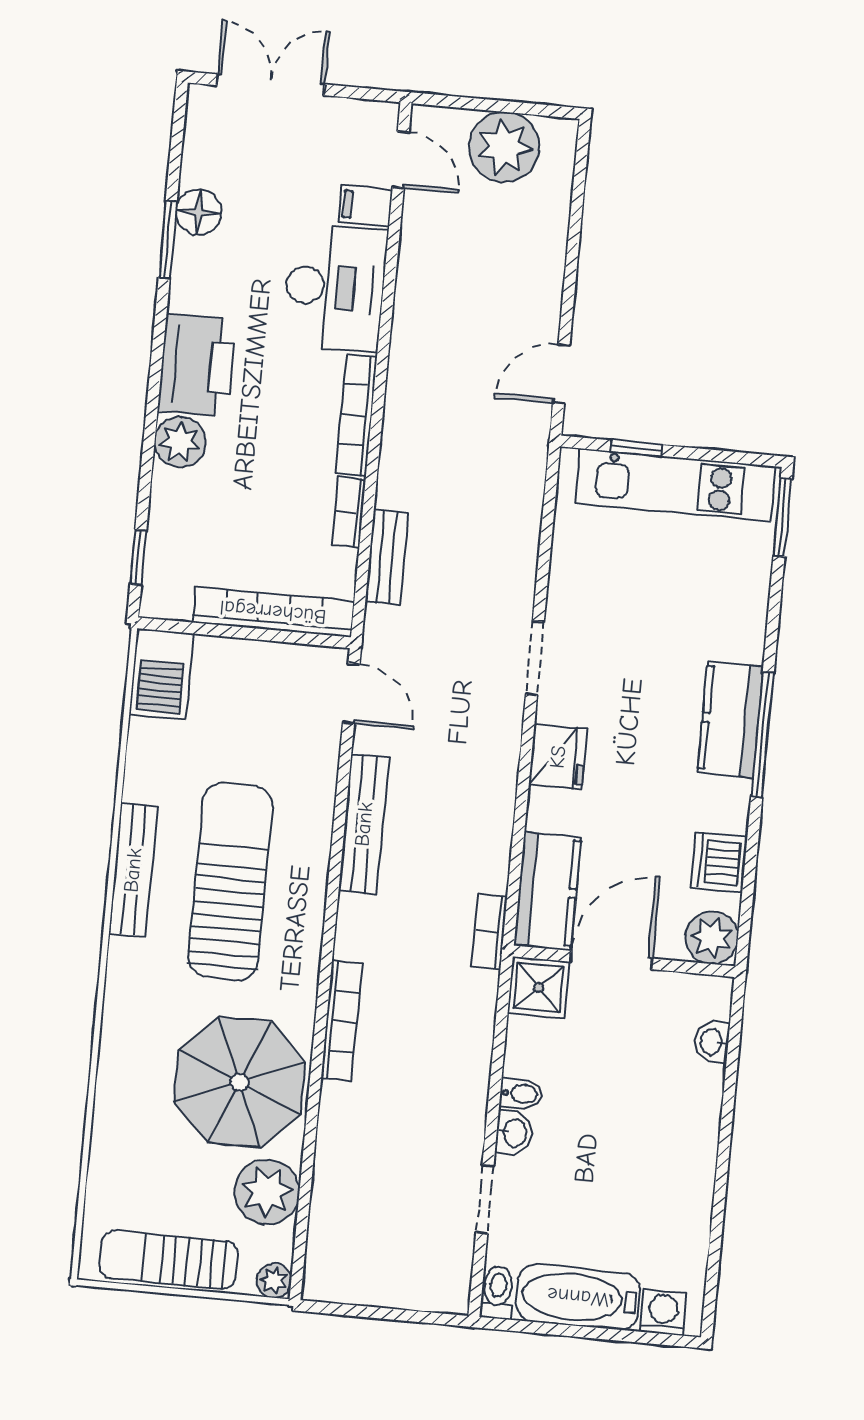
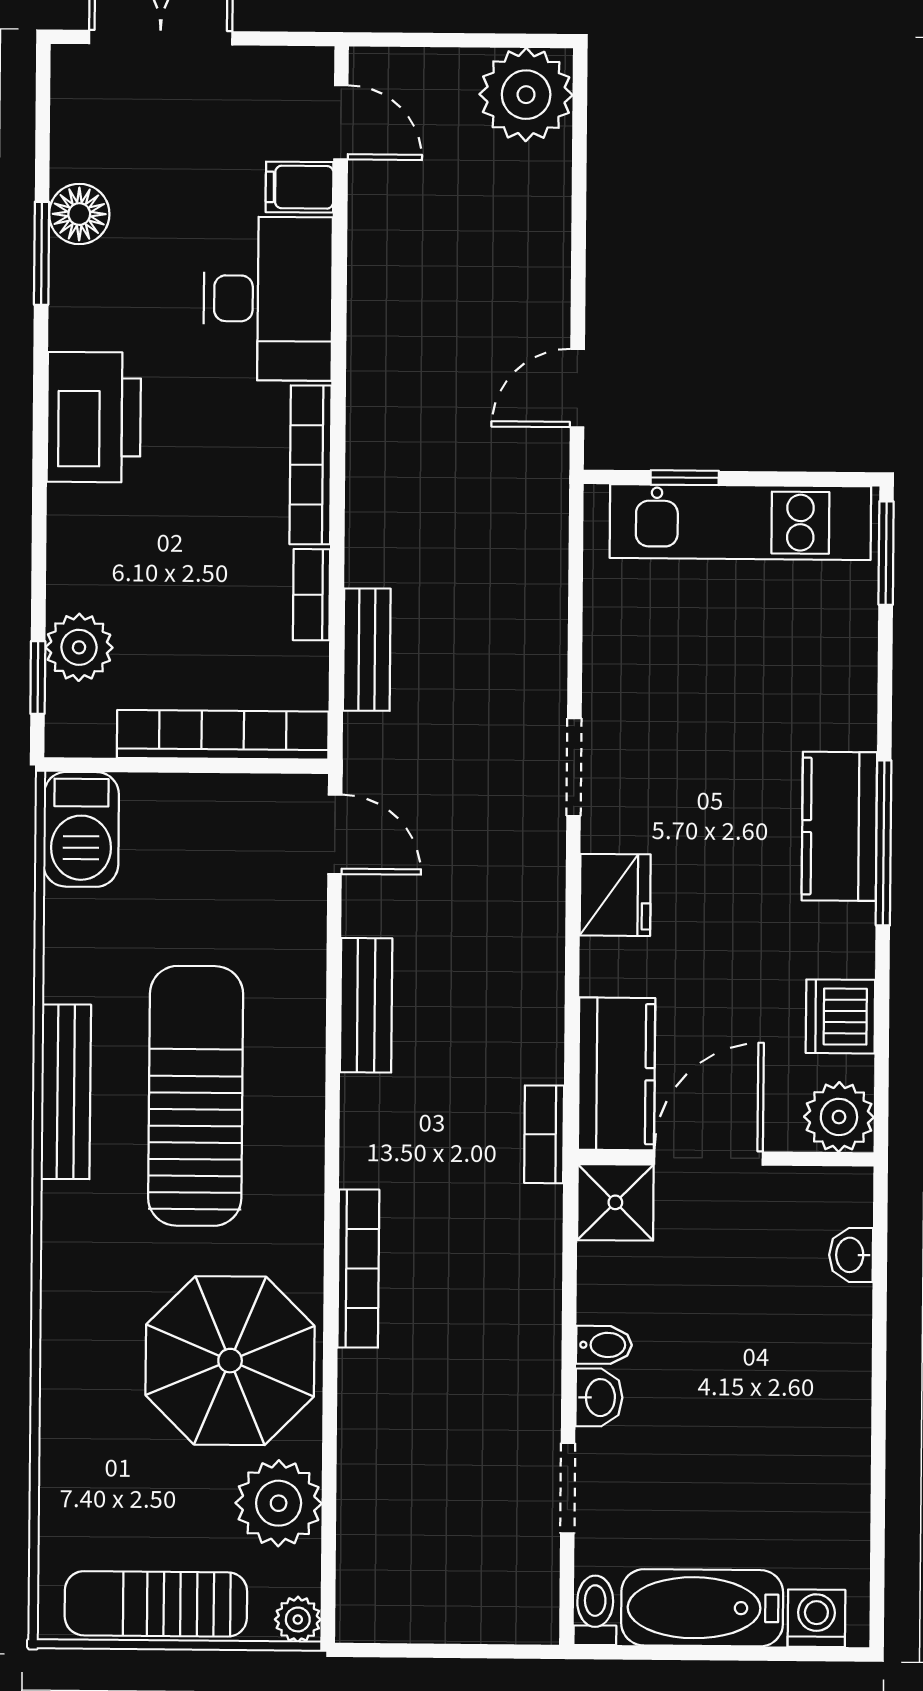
plant: (504, 147) -> (526, 95), moved
plant: (180, 442) -> (79, 647), moved
bench: (364, 824) -> (366, 1005), width x0.73

